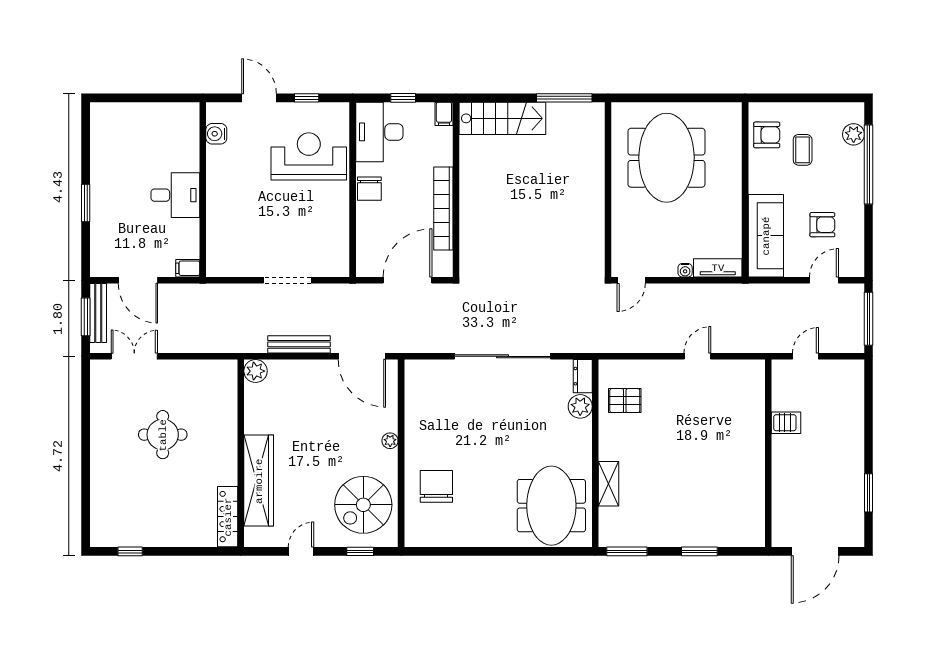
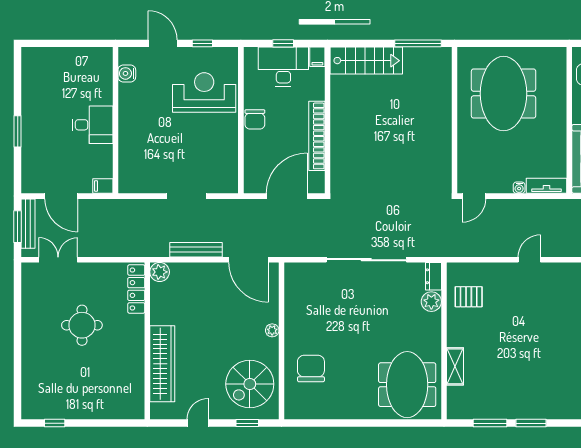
desk: (379, 132) -> (283, 67), moved, turned 90
locker: (228, 517) -> (136, 289), moved
window: (627, 551) -> (490, 423), moved

